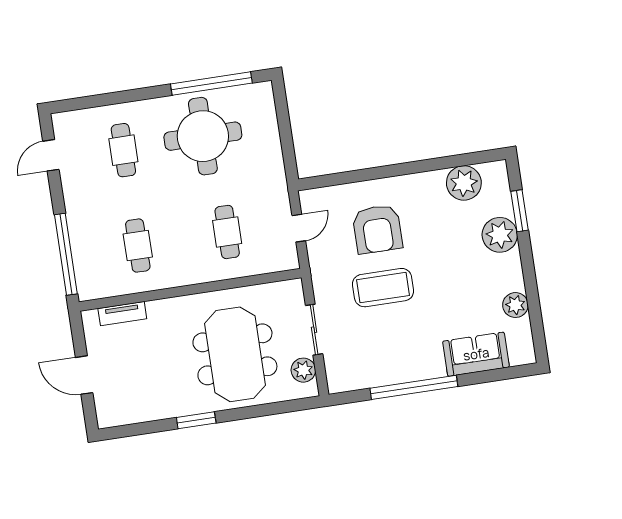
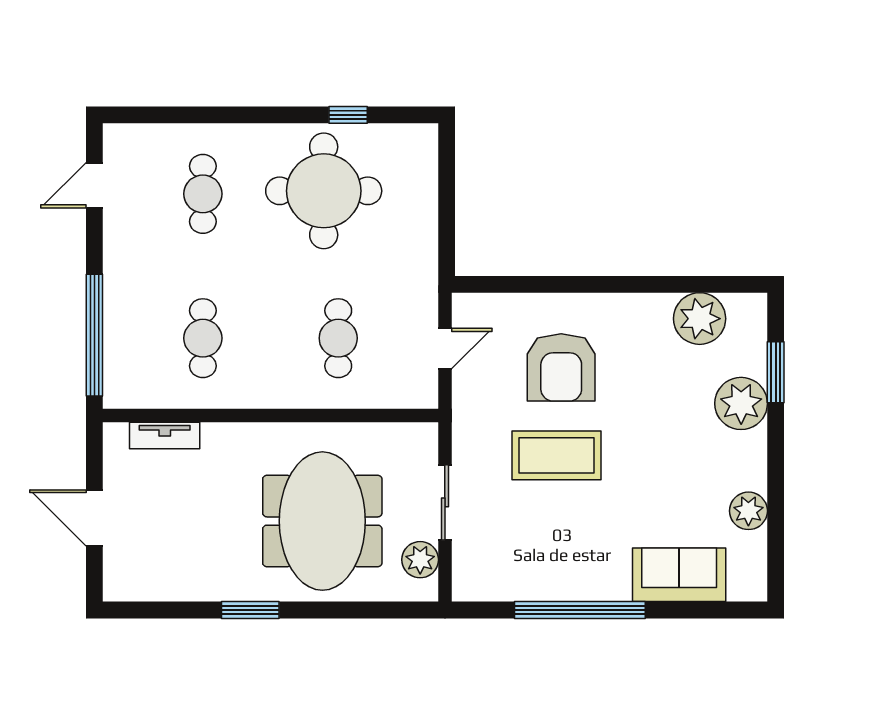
window: (211, 84) -> (348, 115), width x0.32

